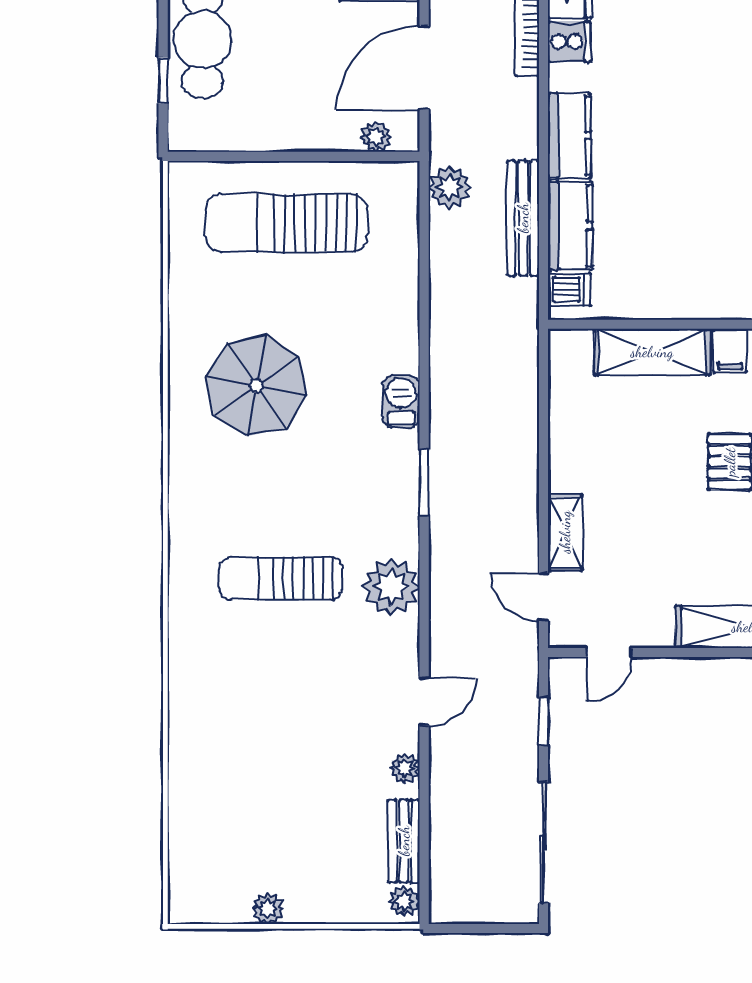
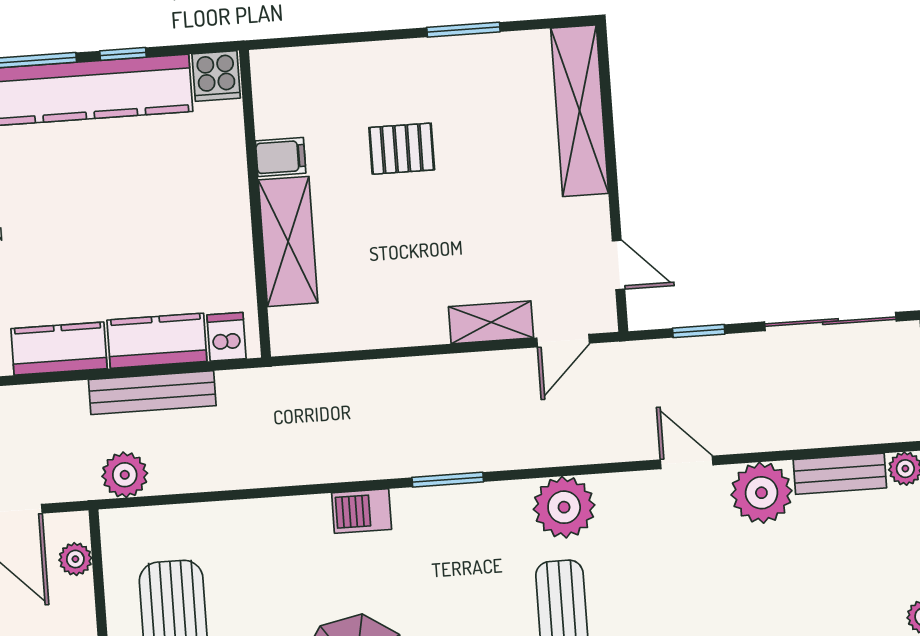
plant: (405, 768) -> (761, 493), width x1.87, depth x1.87

